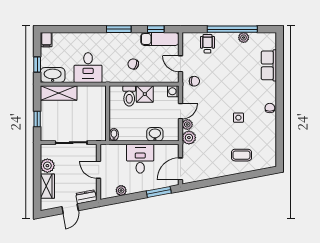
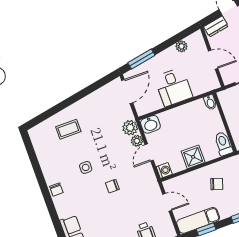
chair: (194, 81) -> (112, 186), moved
toilet: (129, 96) -> (223, 144), moved
washbasin: (155, 134) -> (150, 124), moved

